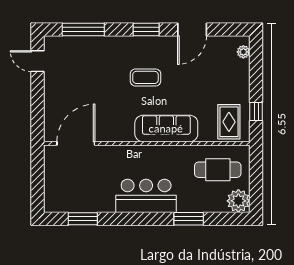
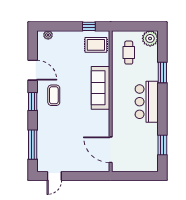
coffee table: (145, 77) -> (54, 95), moved
cafe table: (218, 170) -> (129, 53), width x0.73, depth x0.74

